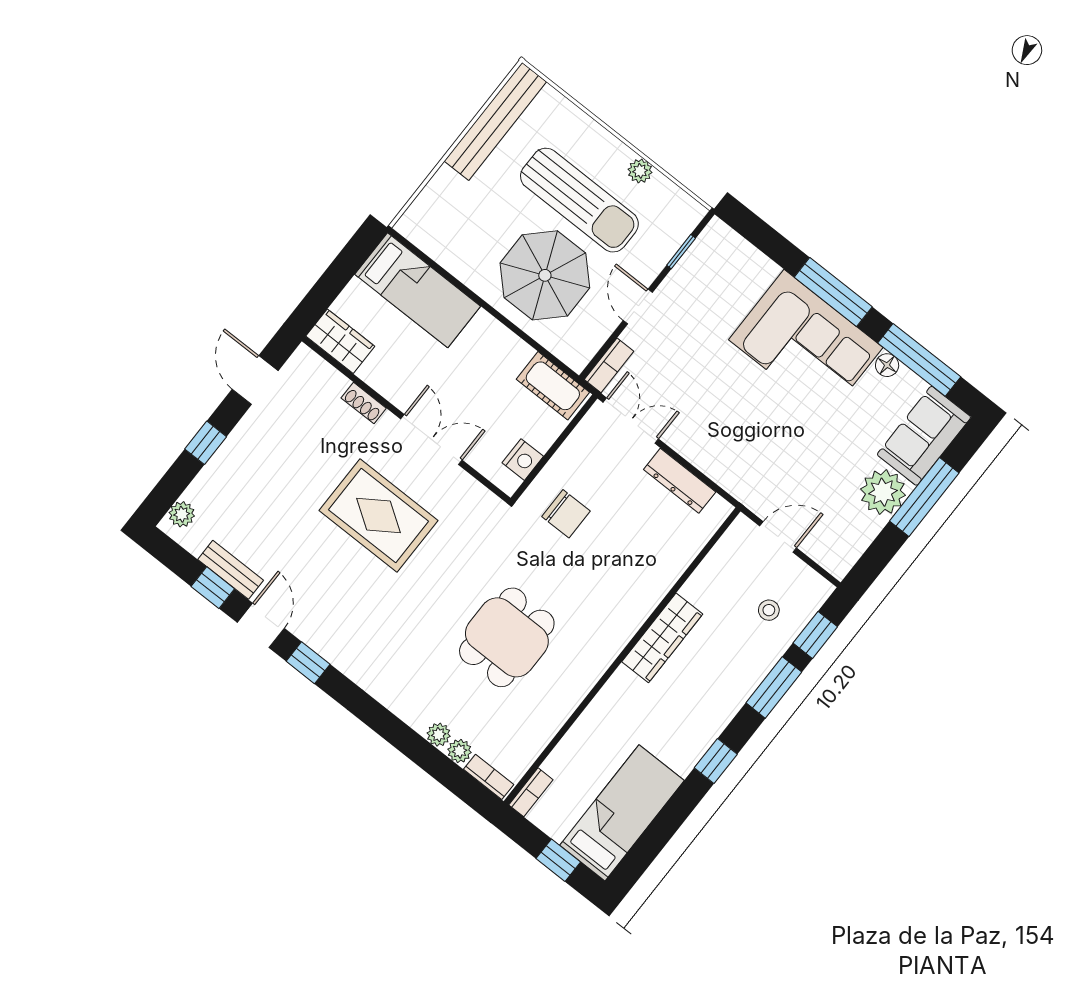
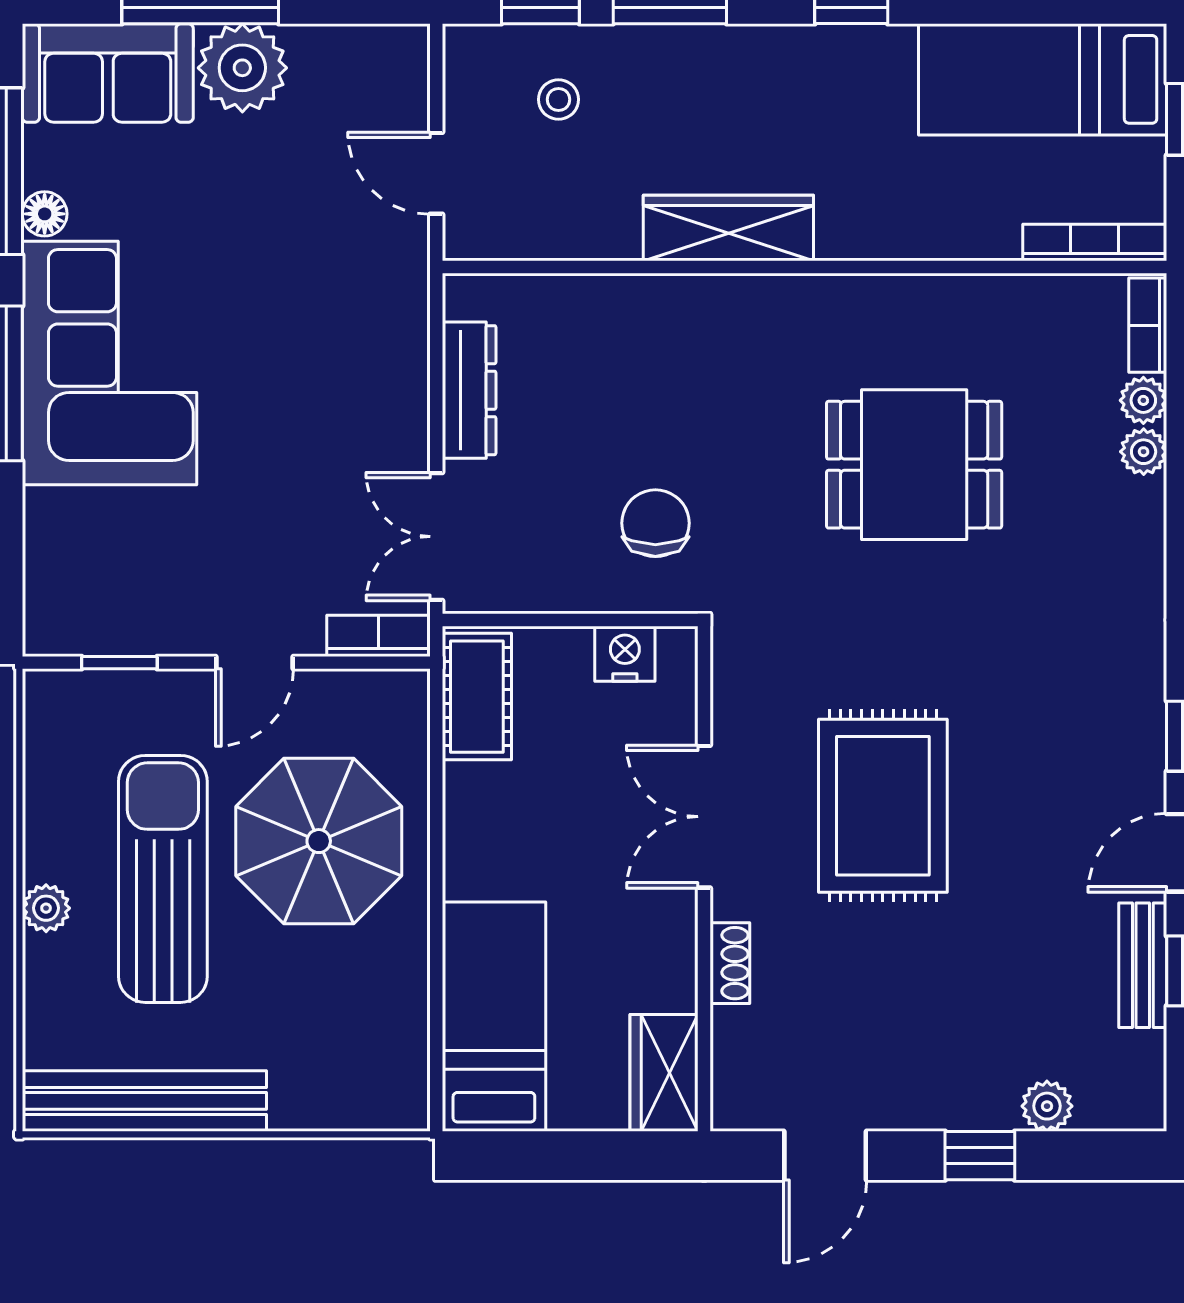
plant: (640, 171) -> (46, 908), moved
plant: (182, 514) -> (1047, 1106), moved
bookcase: (531, 792) -> (1095, 243), width x1.56

